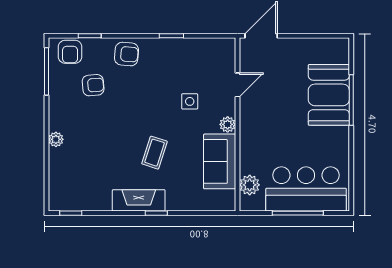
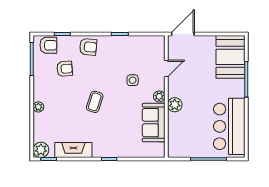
armchair: (70, 52) -> (48, 45), turned -90
booth: (329, 95) -> (231, 57), moved
coffee table: (155, 153) -> (95, 102), moved
plant: (250, 185) -> (175, 105), moved
bar counter: (306, 189) -> (229, 126), moved, turned -90
plant: (59, 200) -> (41, 150), added
fireplace: (139, 200) -> (73, 150), moved

